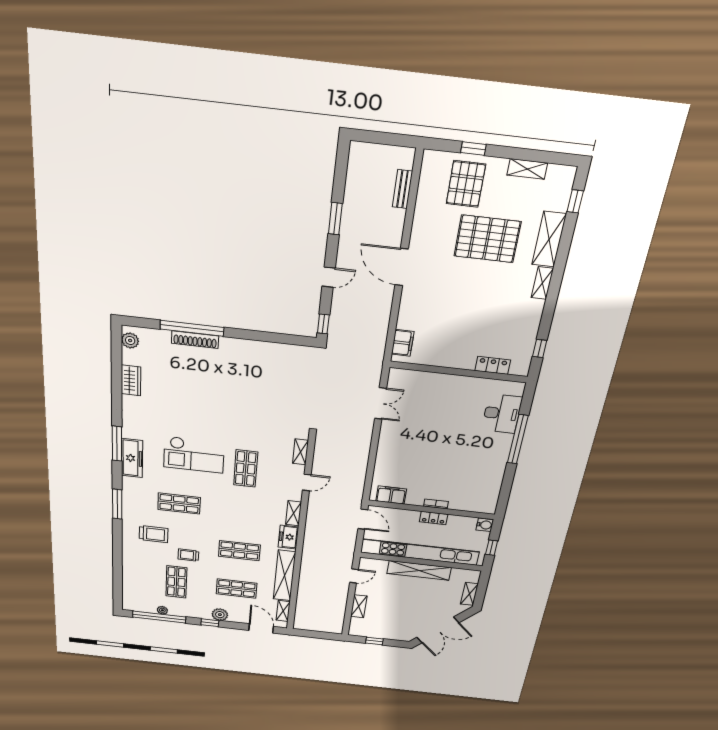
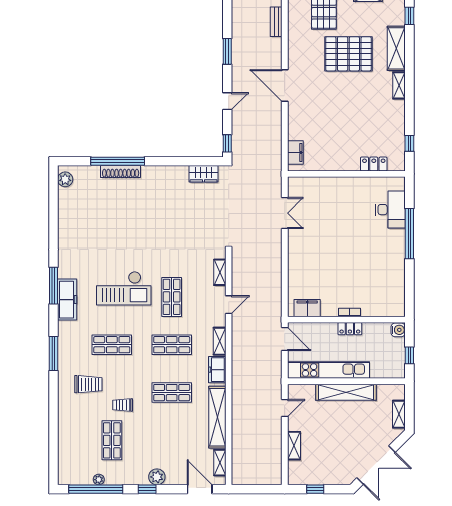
wardrobe: (131, 380) -> (204, 174), moved, turned 90
kitchen unit: (420, 552) -> (328, 370), width x0.73
shop shelf: (237, 589) -> (172, 345), moved

